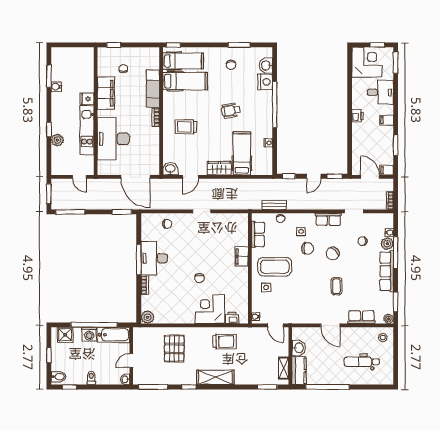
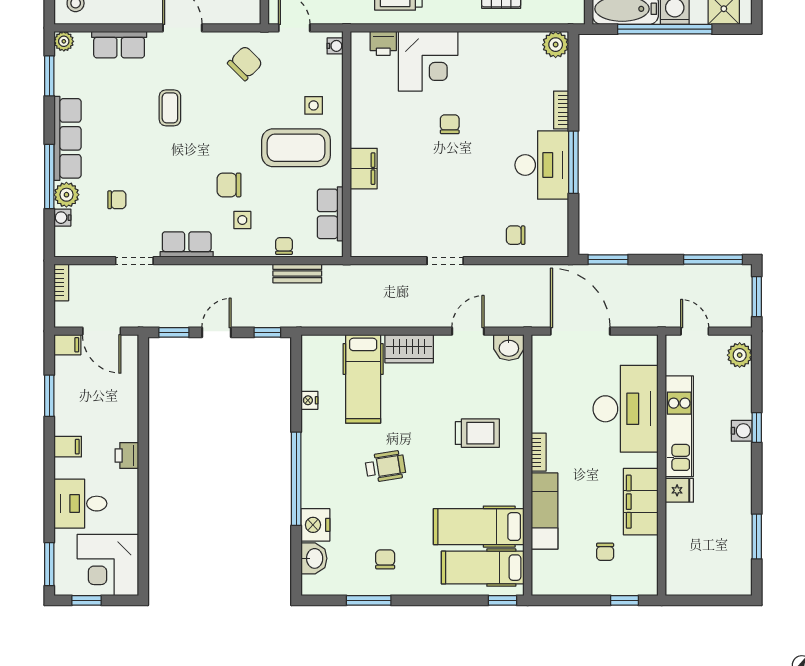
water cooler: (56, 87) -> (742, 431), moved
plant: (57, 140) -> (740, 355), moved
chair: (333, 254) -> (245, 63), moved

